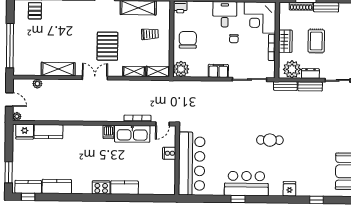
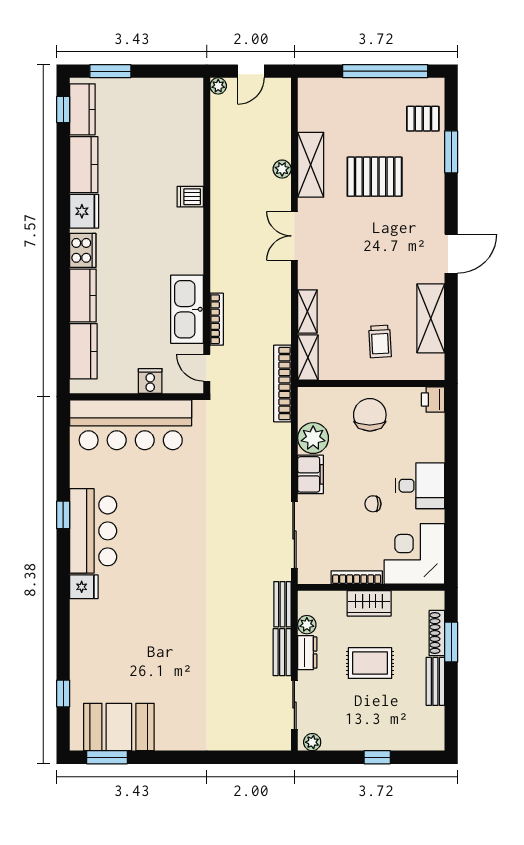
chair: (188, 40) -> (370, 415), turned -90
window: (10, 46) -> (385, 71), moved
pallet: (107, 46) -> (375, 177), moved
plant: (181, 69) -> (313, 438), moved
plant: (292, 69) -> (307, 625), width x0.53, depth x0.53
double door: (95, 78) -> (294, 236), swing flipped
plant: (37, 84) -> (282, 169), moved
bookcase: (171, 85) -> (282, 384), added
fridge: (25, 132) -> (84, 211), moved, turned 180
kitchen counter: (48, 132) -> (83, 351), moved, turned 180
dishwasher: (108, 132) -> (190, 197), moved
cafe table: (270, 140) -> (178, 576), removed
fridge: (289, 189) -> (84, 587), moved
window: (316, 200) -> (63, 693), moved

